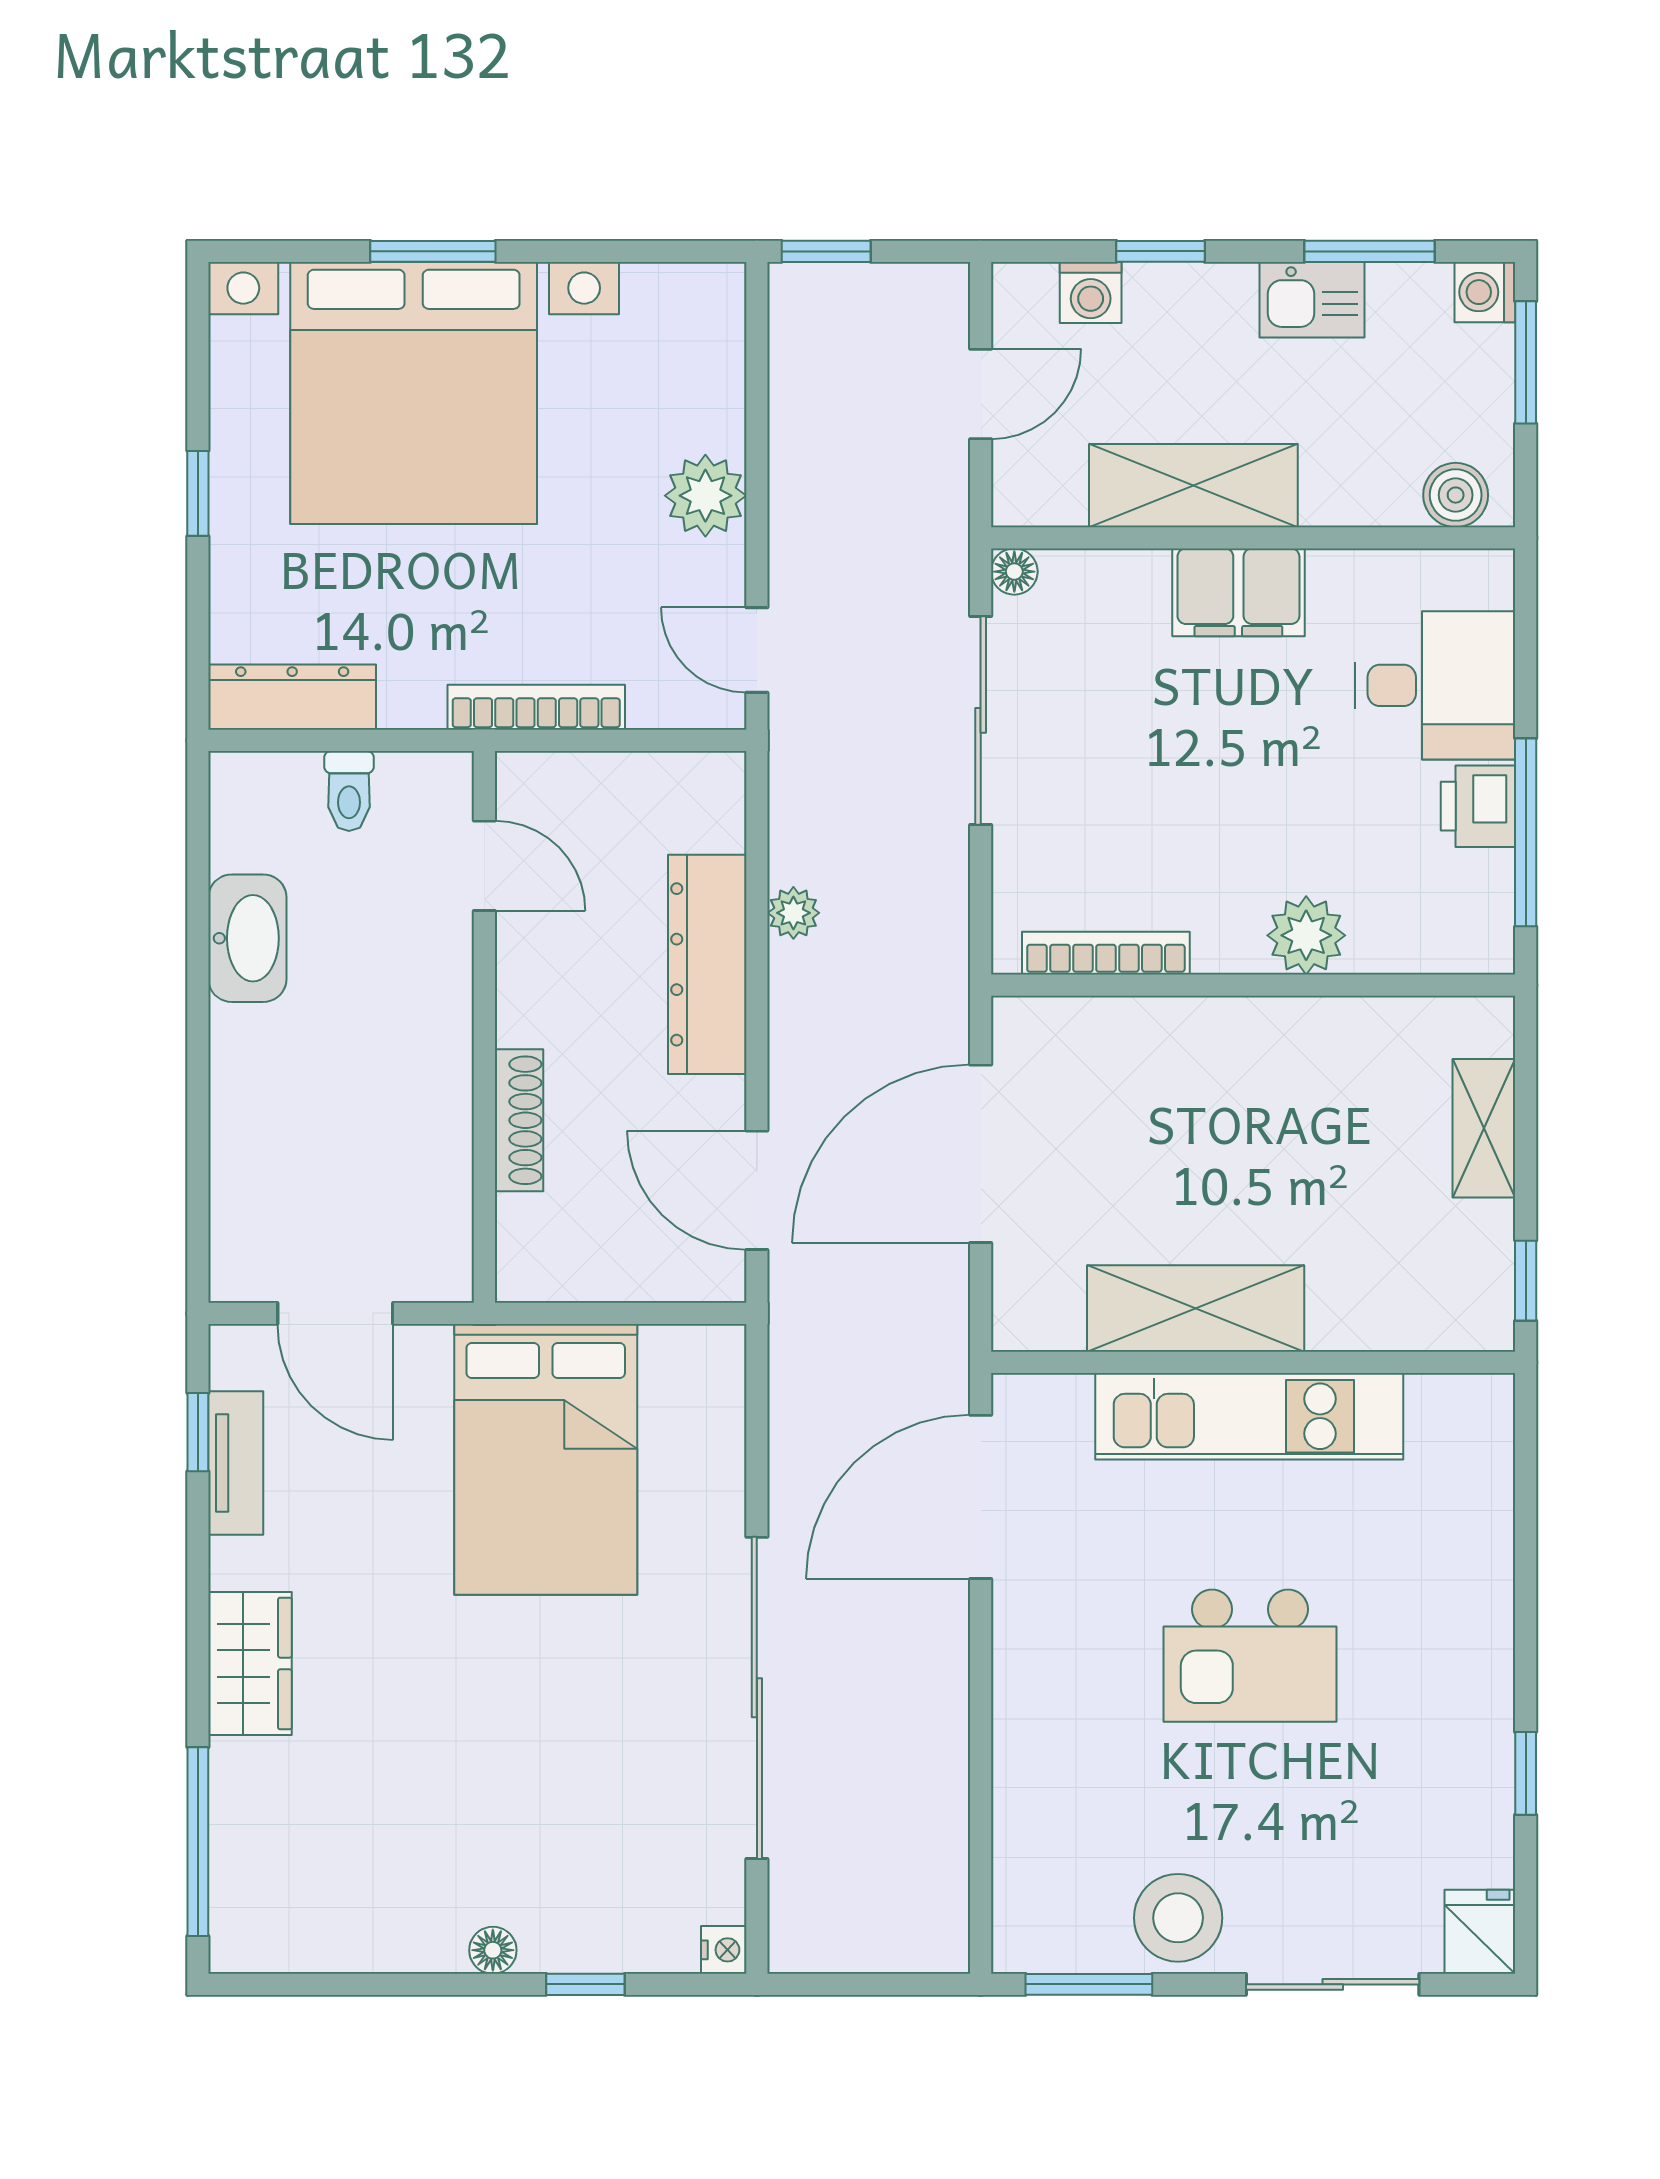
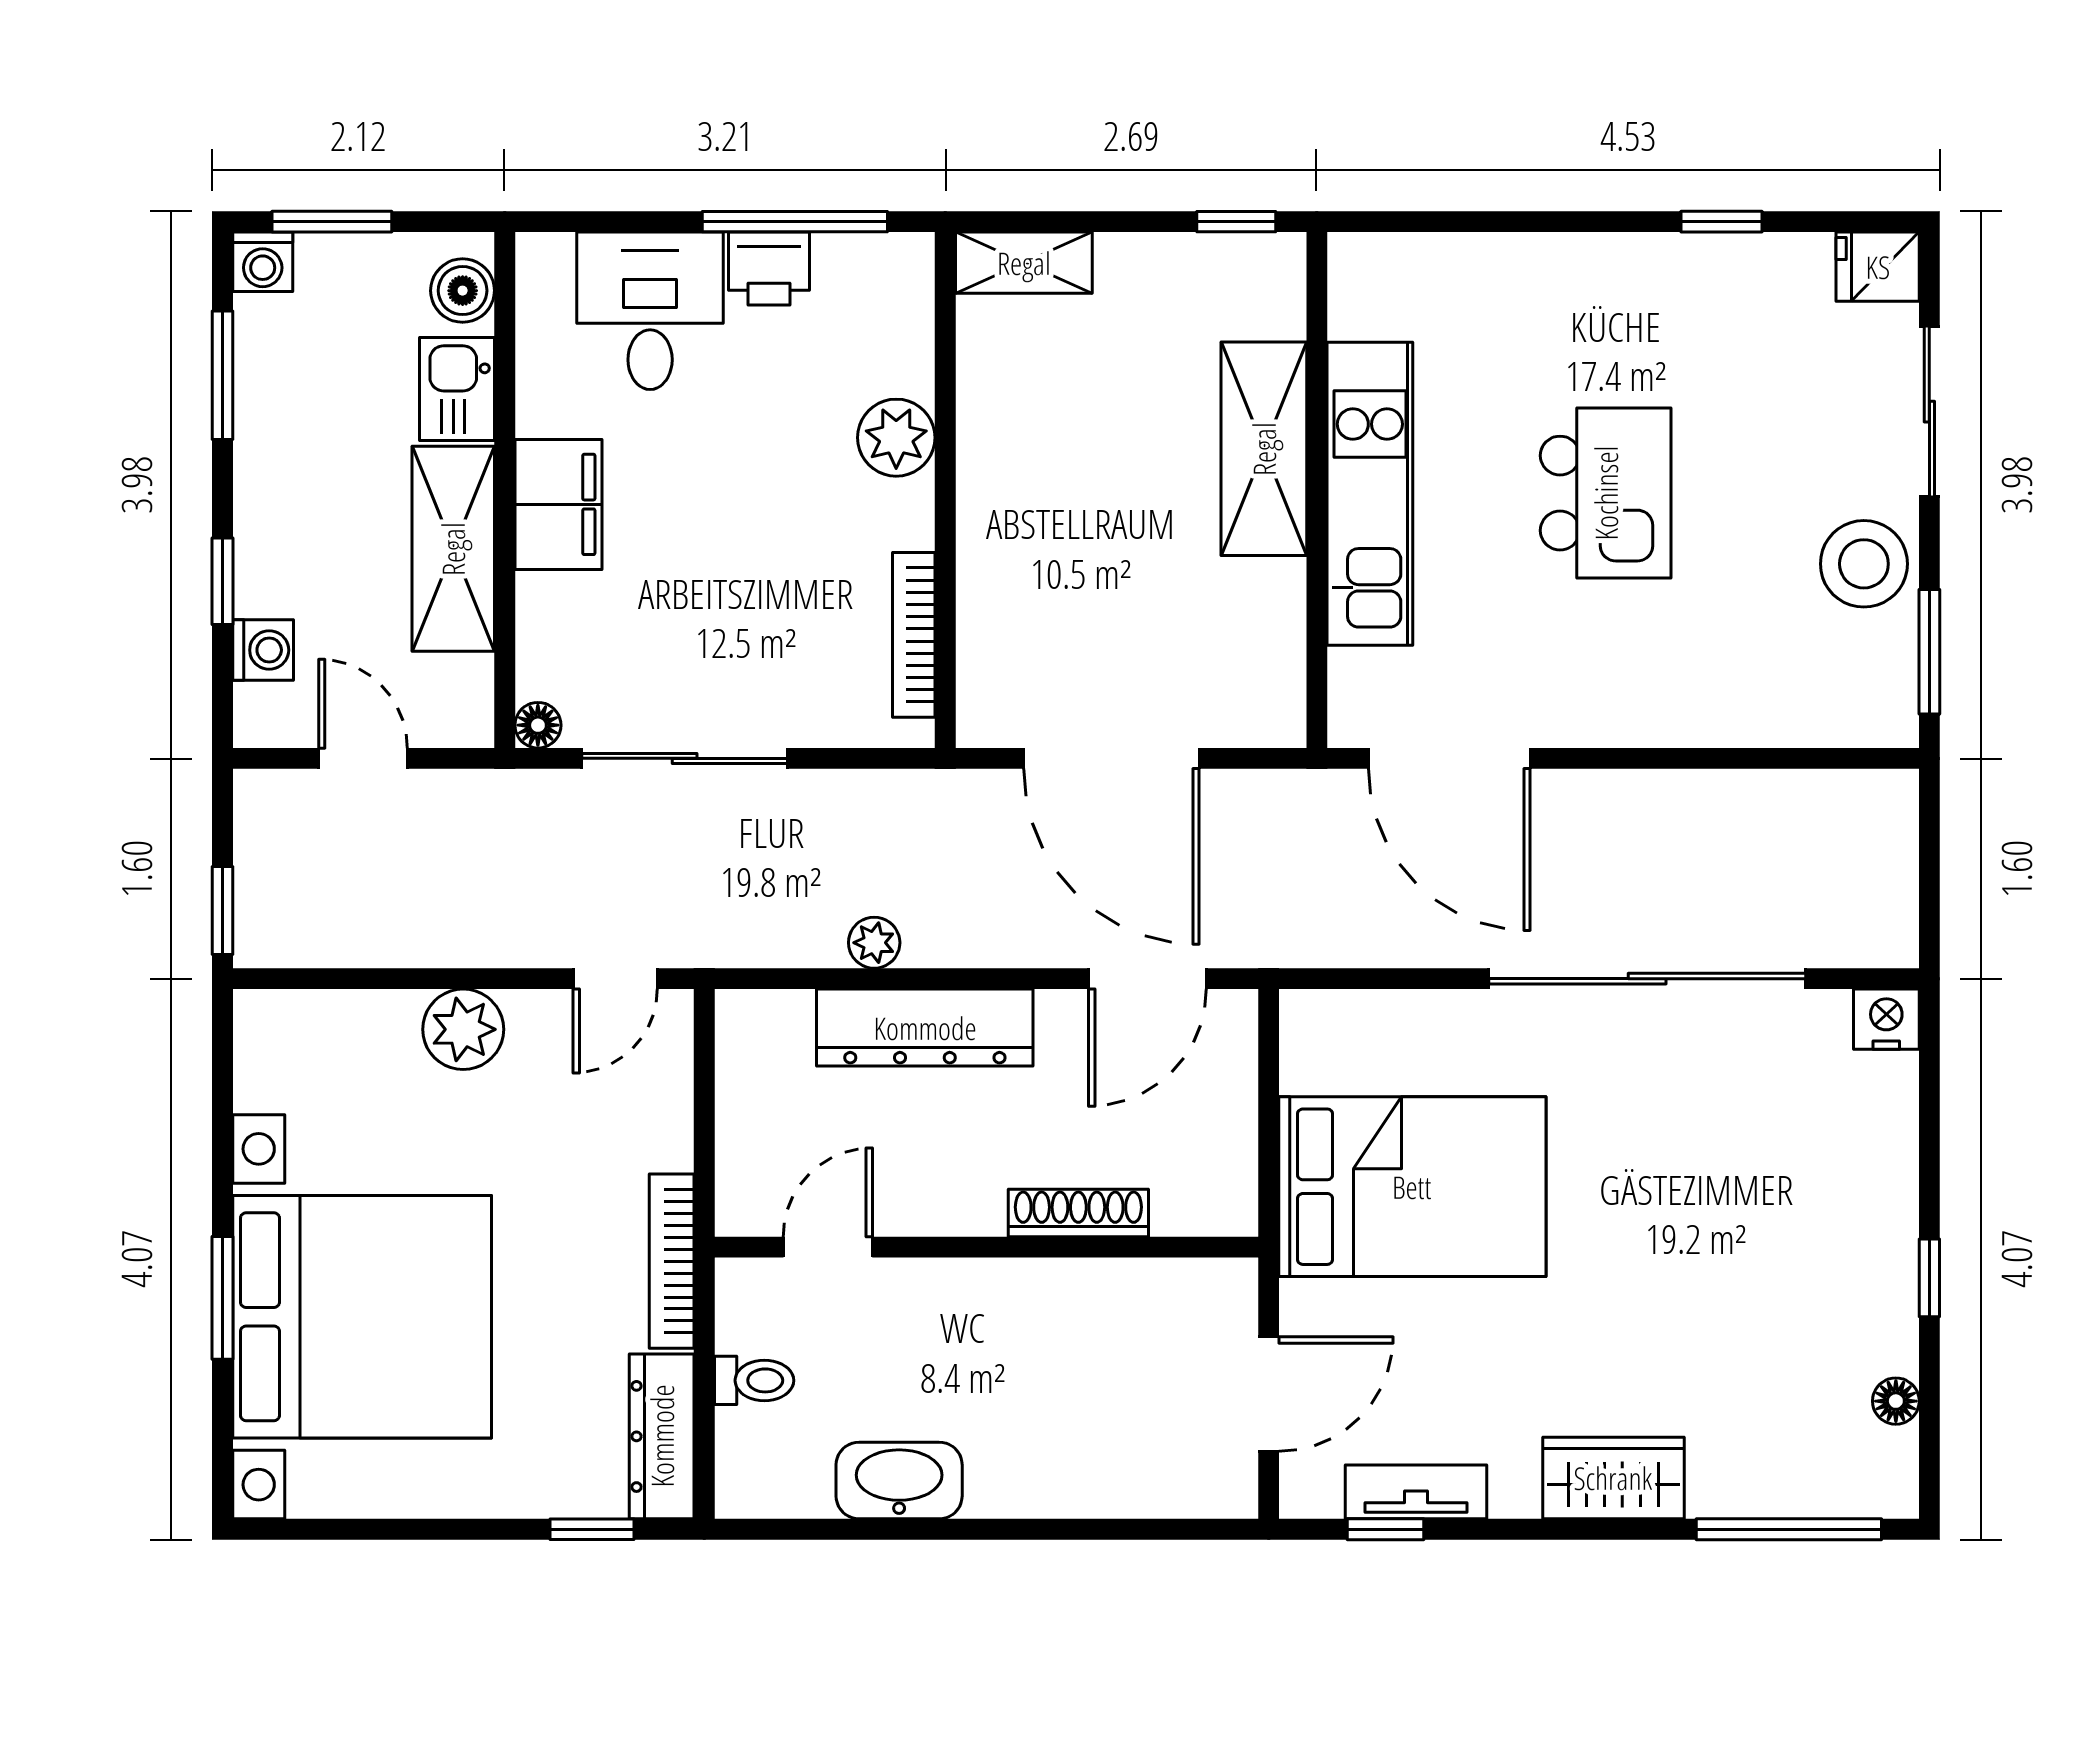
kitchen sink: (1312, 300) -> (457, 389), moved, turned 180
window: (198, 493) -> (592, 1529), moved
bookcase: (536, 707) -> (672, 1261), moved
shelving: (1484, 1128) -> (1024, 263), moved
shelving: (1196, 1309) -> (1264, 449), moved
floor lamp: (493, 1950) -> (1896, 1401), moved
nightstand: (724, 1950) -> (1886, 1019), width x1.39, depth x1.35
window: (585, 1984) -> (1929, 1278), moved

